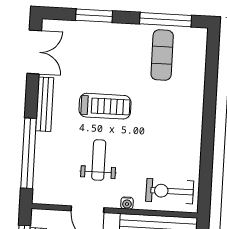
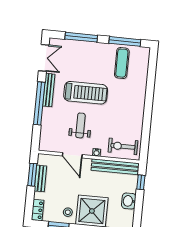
window: (94, 16) -> (81, 37), width x1.44
treadmill: (105, 106) -> (86, 93), width x1.37, depth x1.38
window: (29, 153) -> (39, 103), moved

